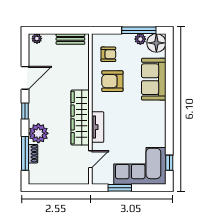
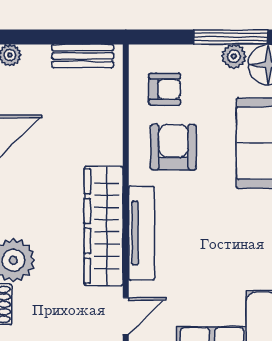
armchair: (112, 81) -> (173, 147), turned 90
tv unit: (98, 127) -> (141, 233), width x1.41

